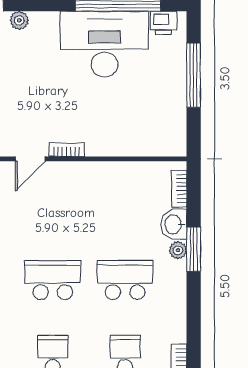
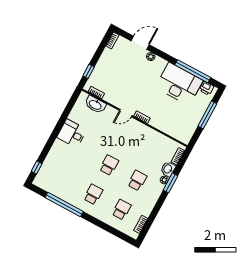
school desk: (53, 280) -> (109, 165), width x0.54
school desk: (125, 280) -> (137, 180), width x0.54

